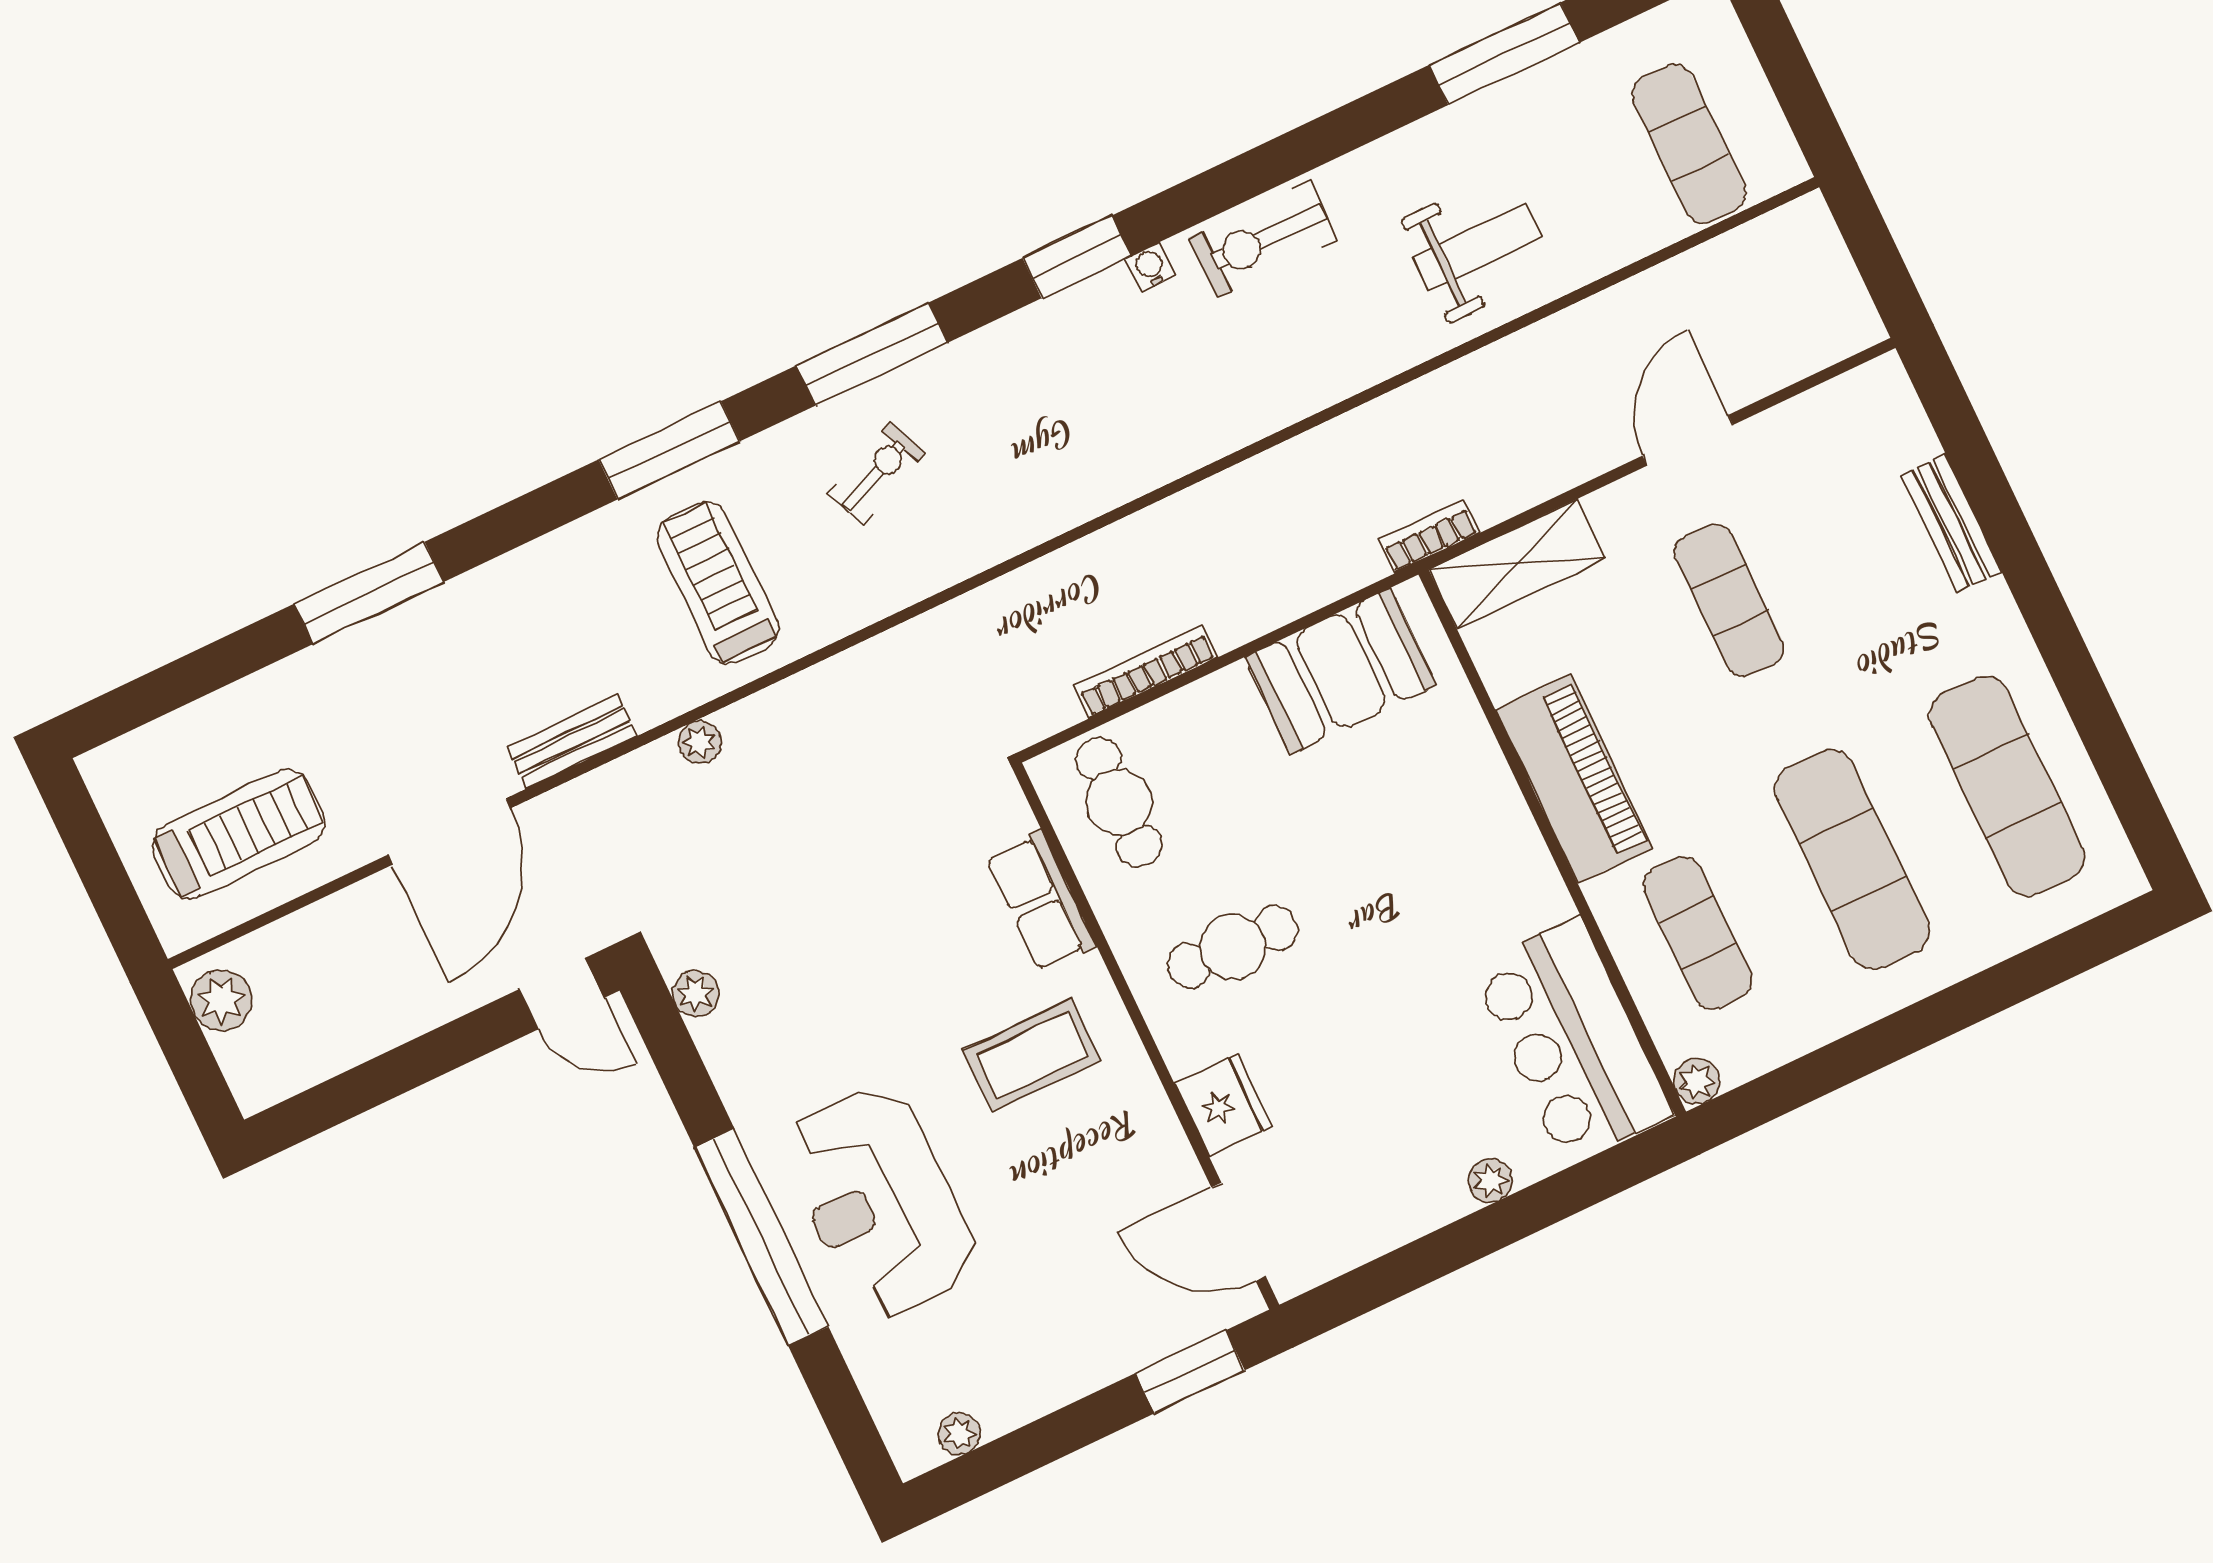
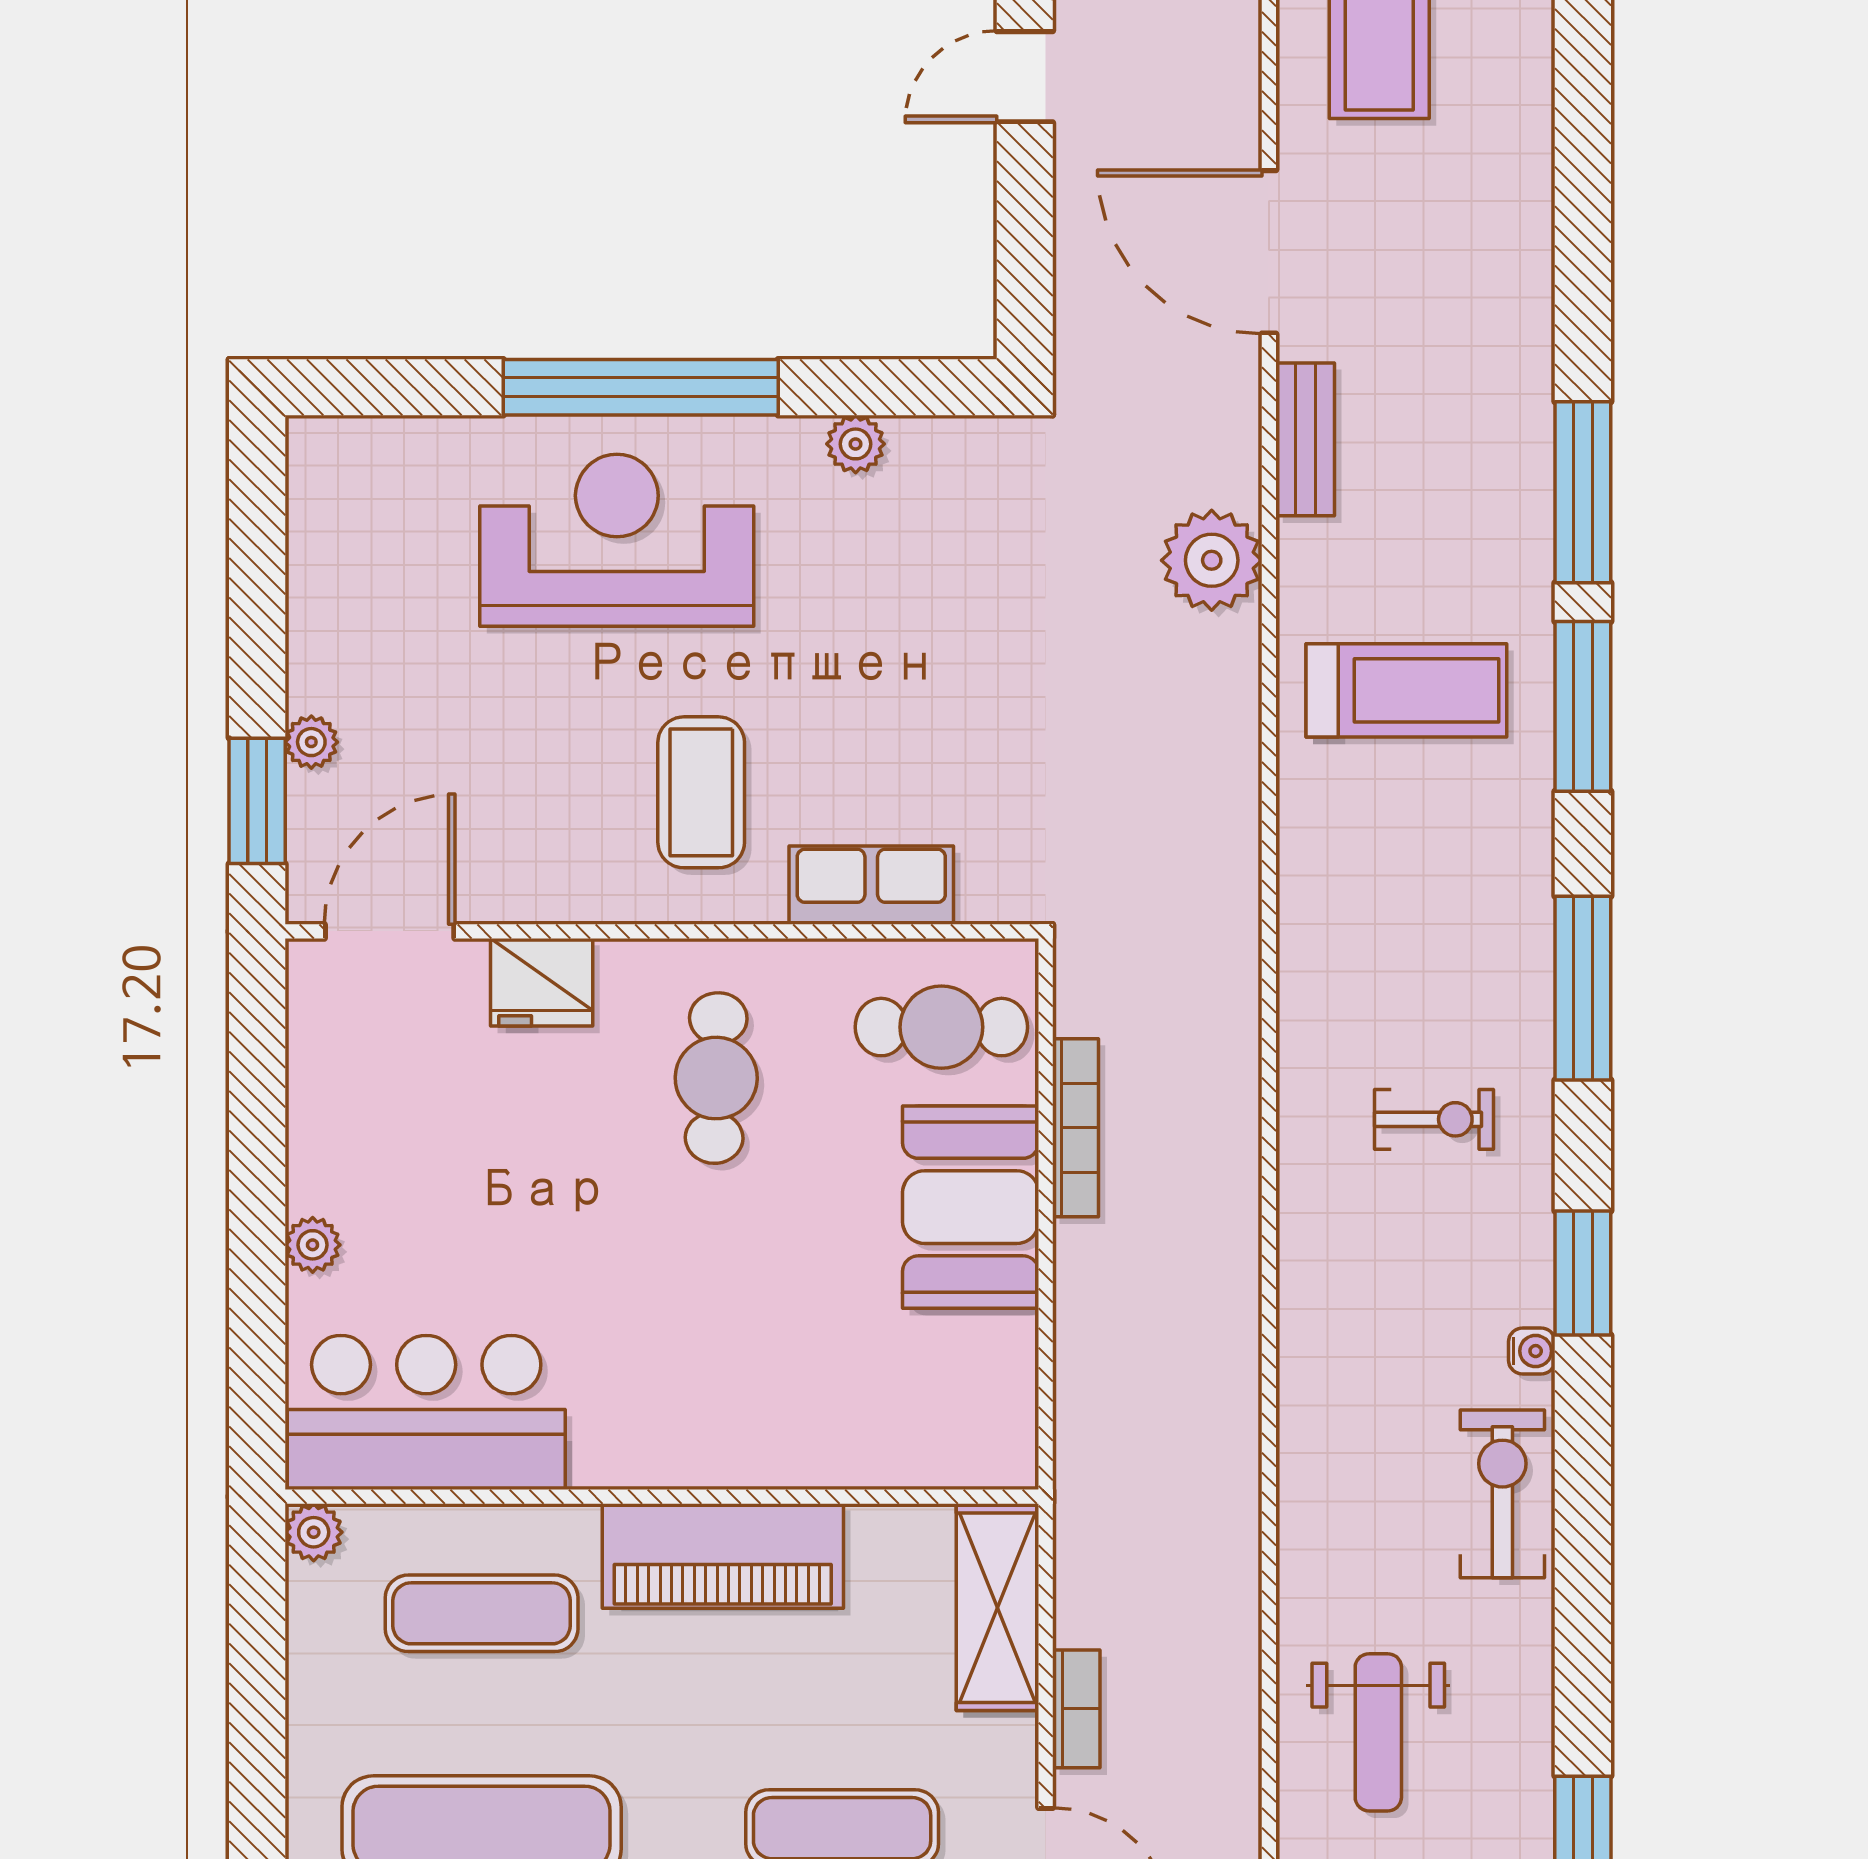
exercise bike: (877, 473) -> (1434, 1119), moved, turned -66
bookcase: (1429, 536) -> (1076, 1709), moved
window: (369, 593) -> (1583, 492), moved
booth: (1341, 671) -> (971, 1207), moved
plant: (700, 742) -> (1212, 560), width x1.88, depth x1.88
door: (562, 994) -> (1025, 77), moved
plant: (696, 994) -> (856, 444), moved
plant: (959, 1434) -> (311, 742), moved

